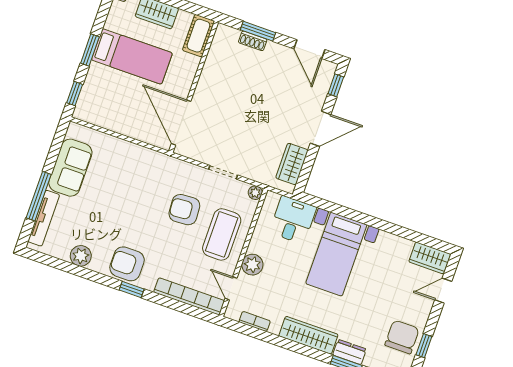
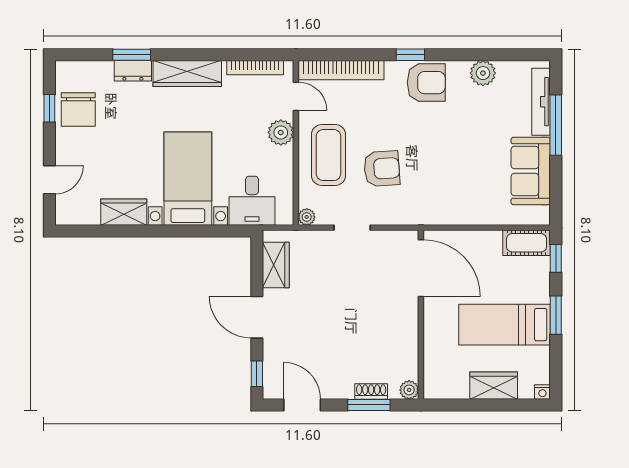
plant: (223, 32) -> (409, 390), added
cot: (198, 36) -> (527, 243), moved, turned 90
door: (321, 129) -> (257, 317), hinge flipped
wardrobe: (430, 258) -> (124, 212), moved
bookcase: (255, 321) -> (255, 68), width x1.56

